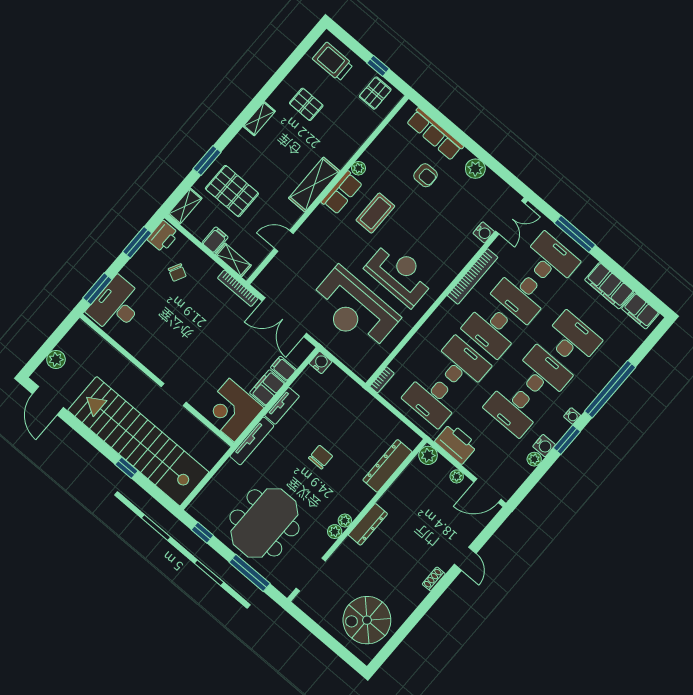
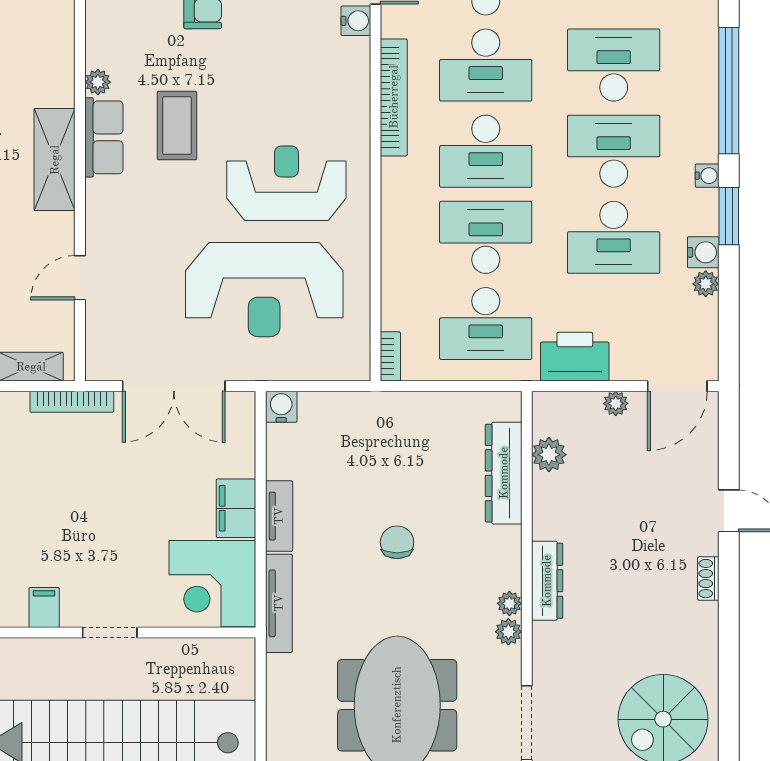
filing cabinet: (283, 369) -> (44, 607), moved, turned 90
plant: (428, 455) -> (549, 455), moved

